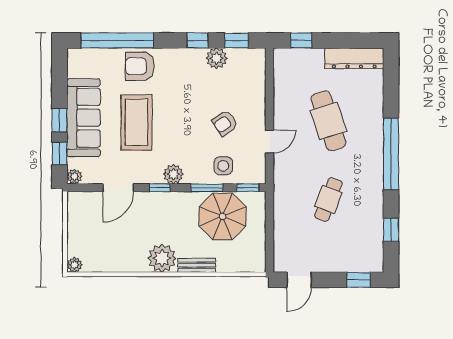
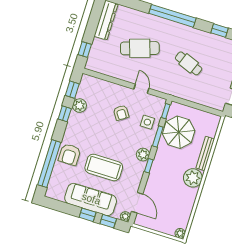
door: (118, 188) -> (137, 203), moved
bench: (197, 265) -> (205, 154), width x1.36

